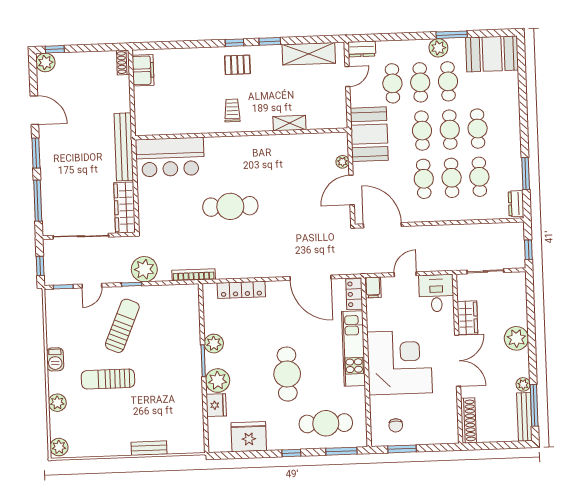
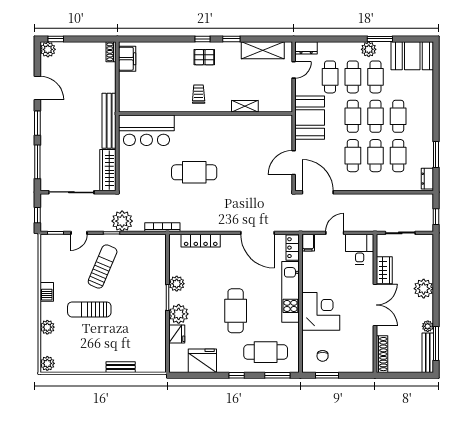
plant: (342, 162) -> (287, 139), removed
corner desk: (400, 362) -> (321, 311), width x0.74, depth x0.74

